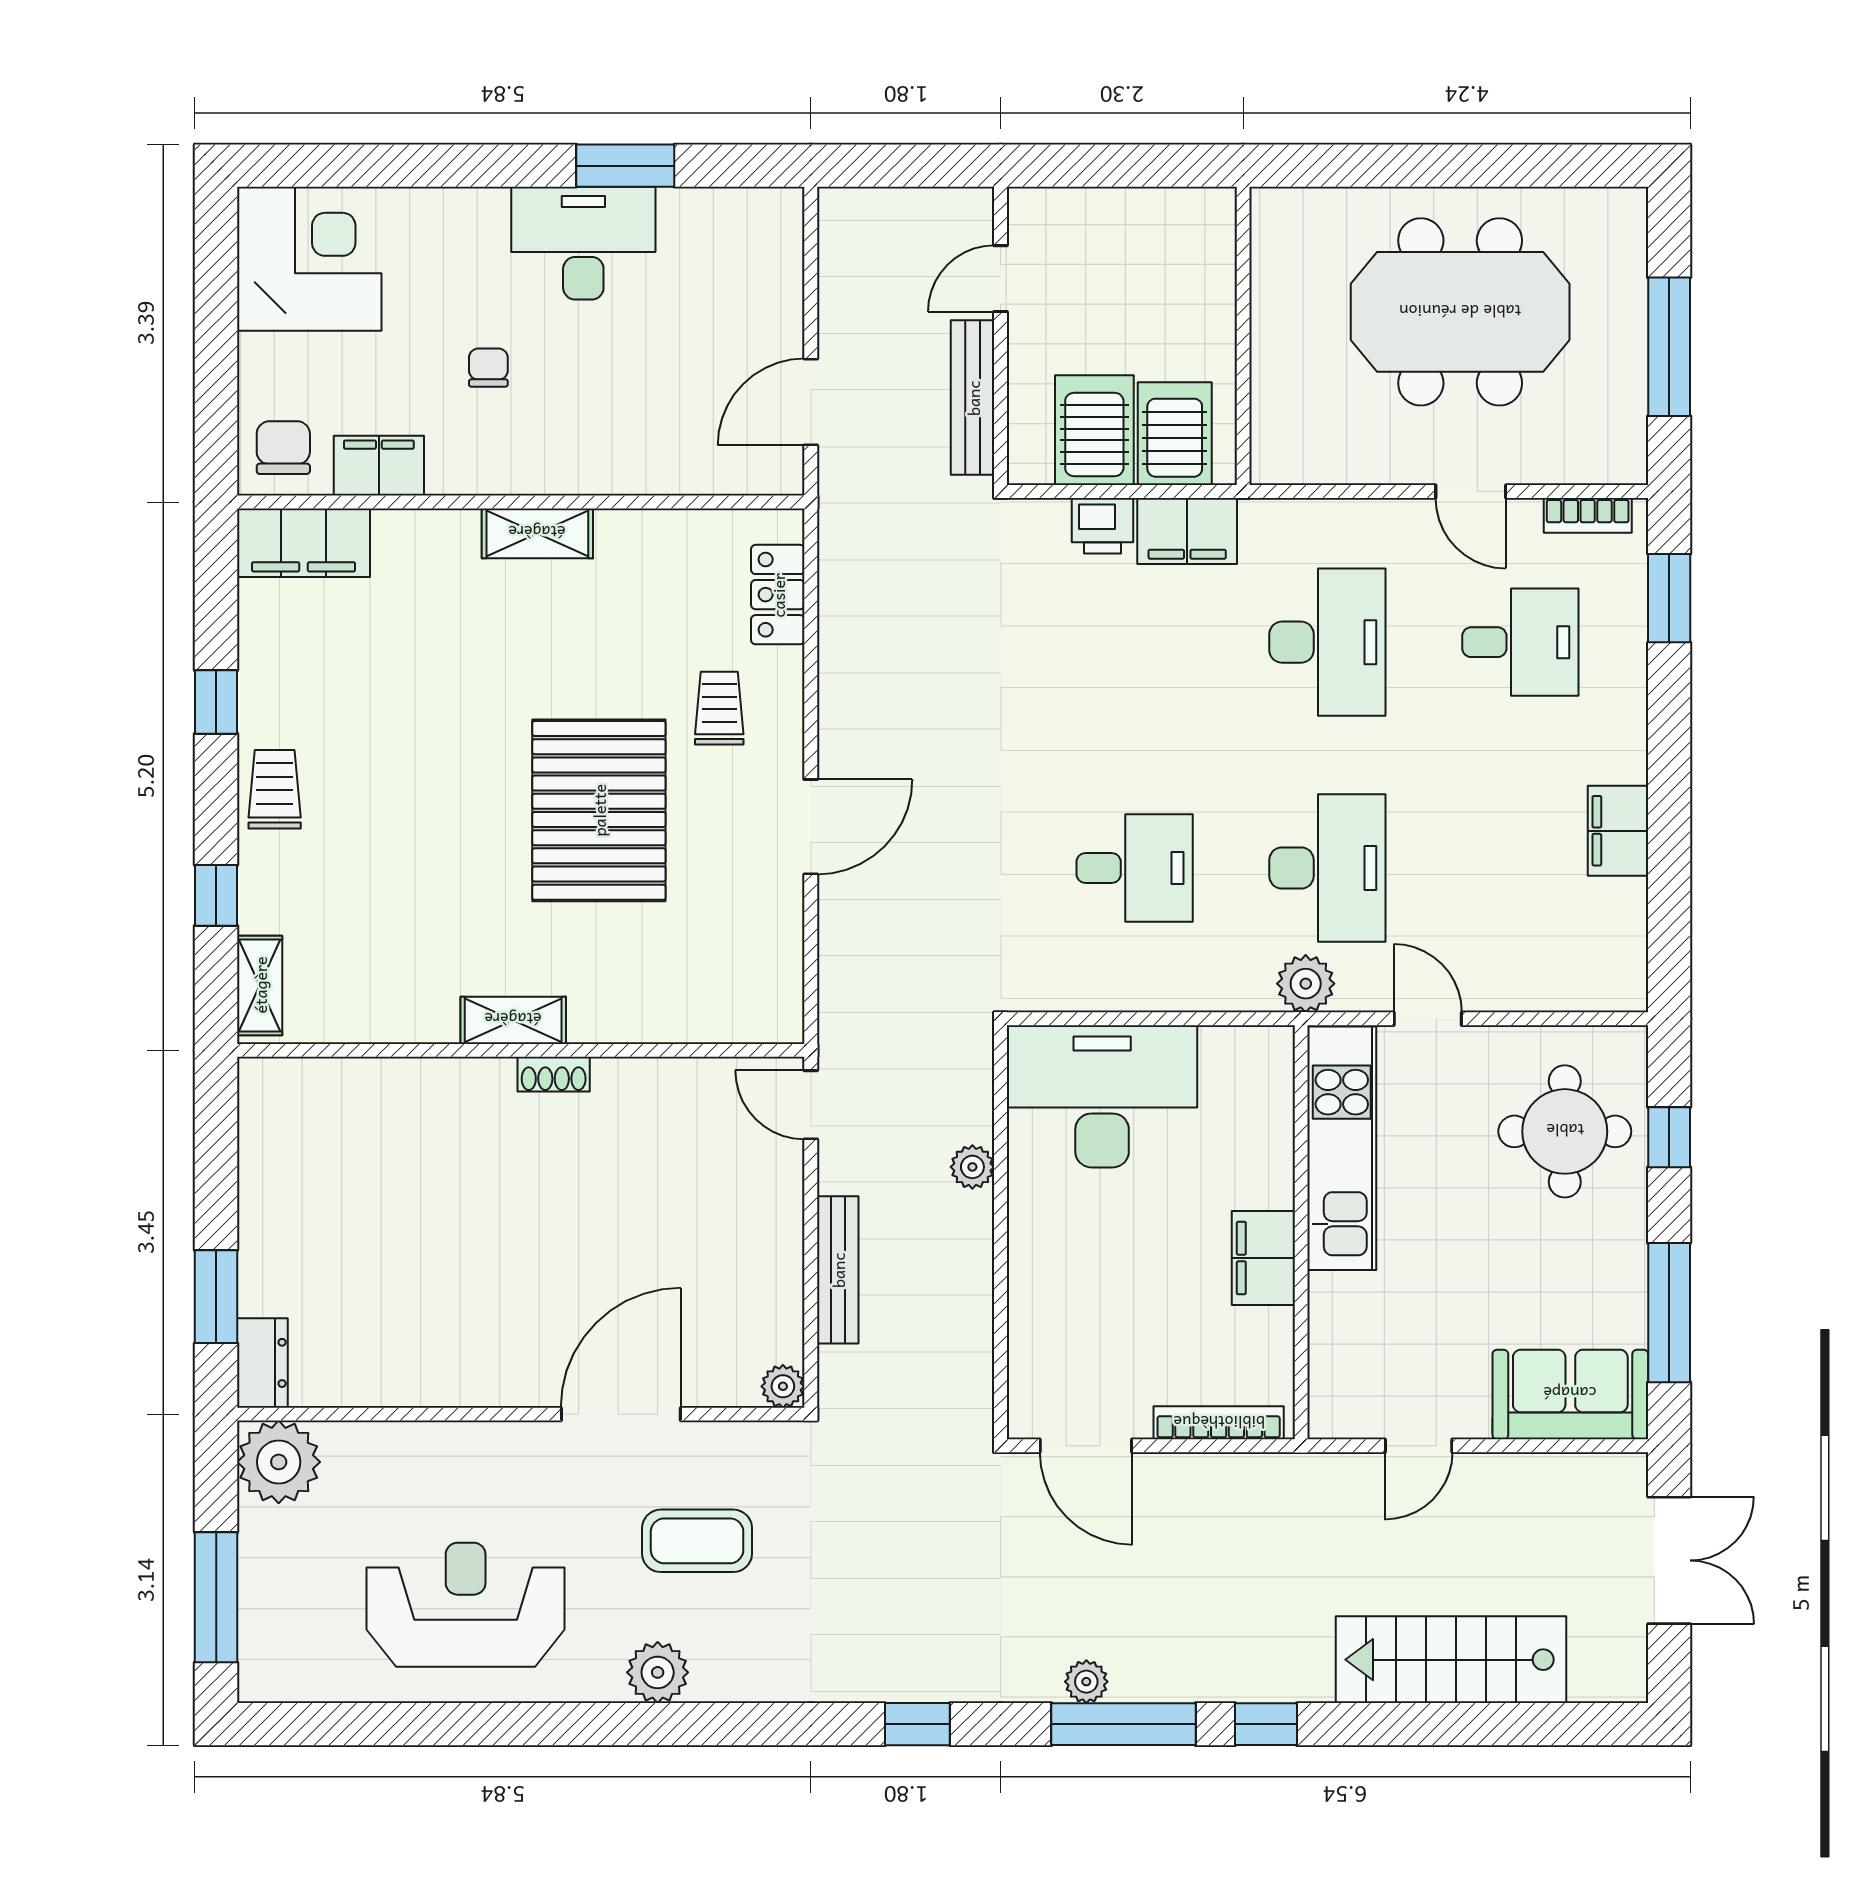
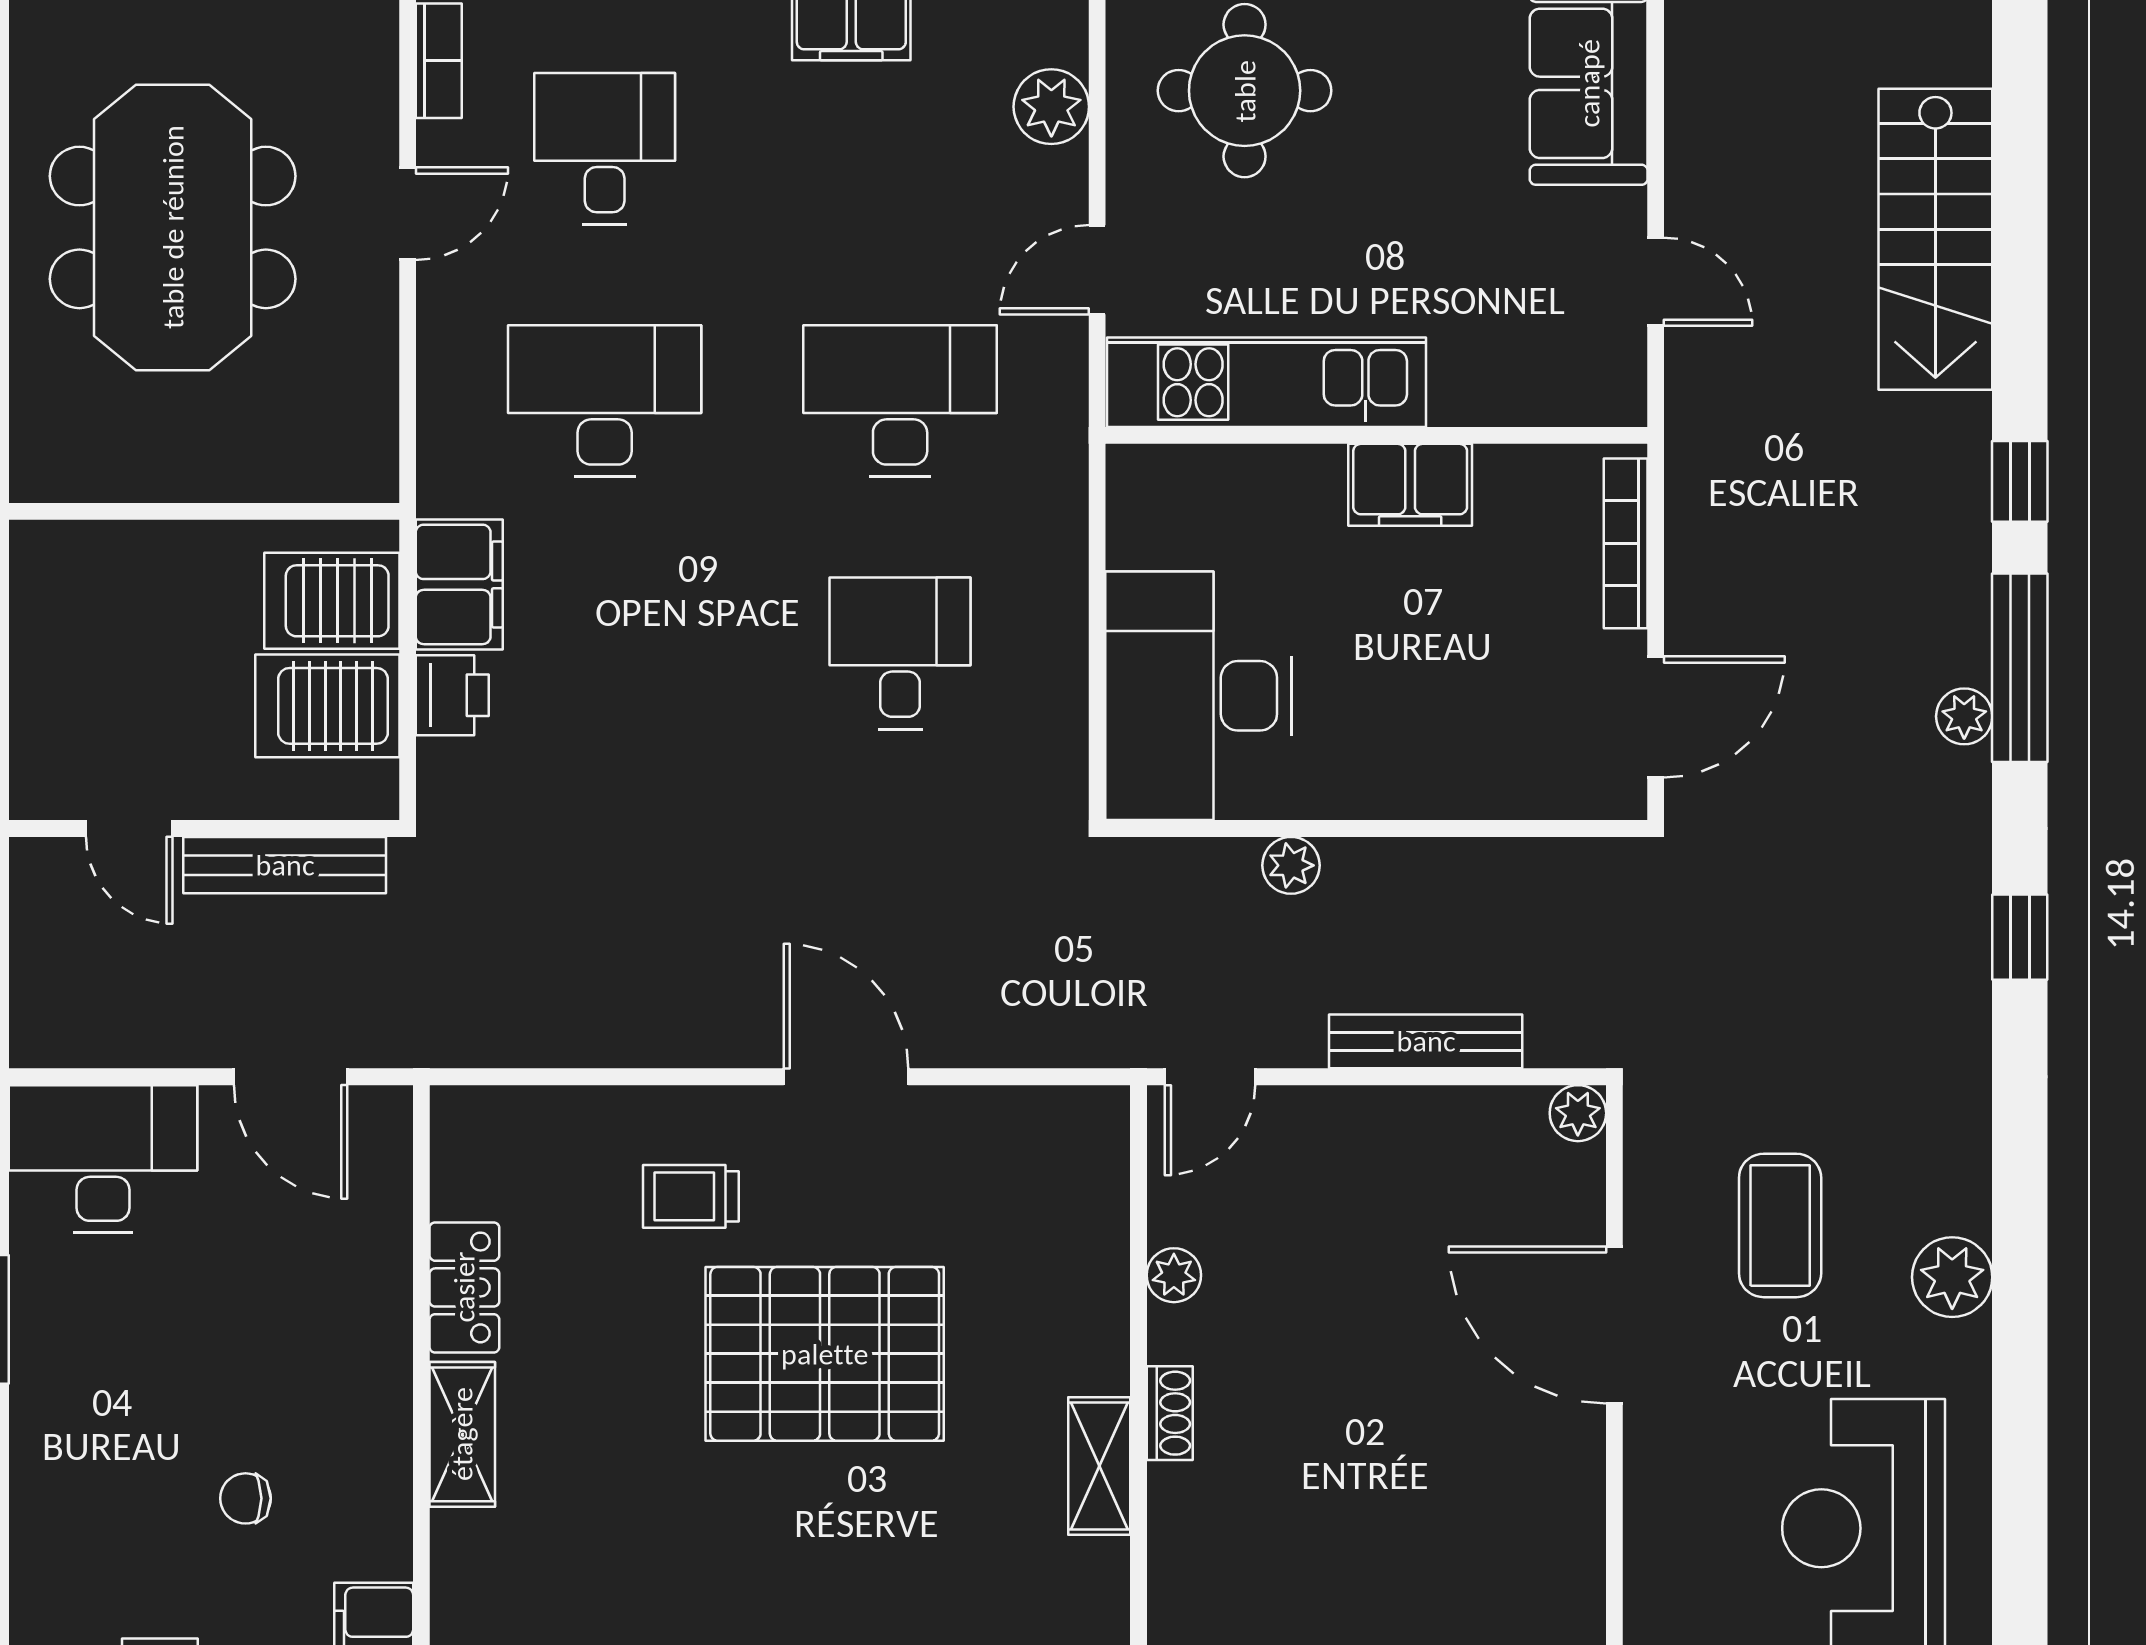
desk: (583, 243) -> (103, 1159), moved, turned 90
locker: (778, 595) -> (464, 1287), moved, turned -90
plant: (1306, 984) -> (1051, 107), moved
plant: (659, 1077) -> (1174, 1275), added

